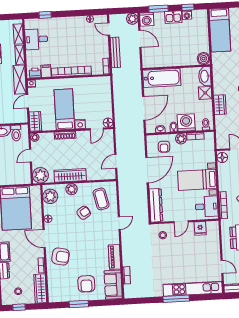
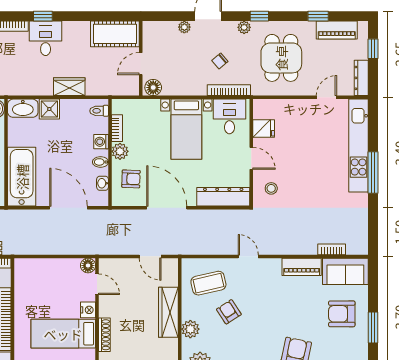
washing machine: (186, 123) -> (101, 142), width x0.53, depth x0.53
wardrobe: (70, 175) -> (168, 312), moved
armchair: (86, 284) -> (342, 314), turned 180

